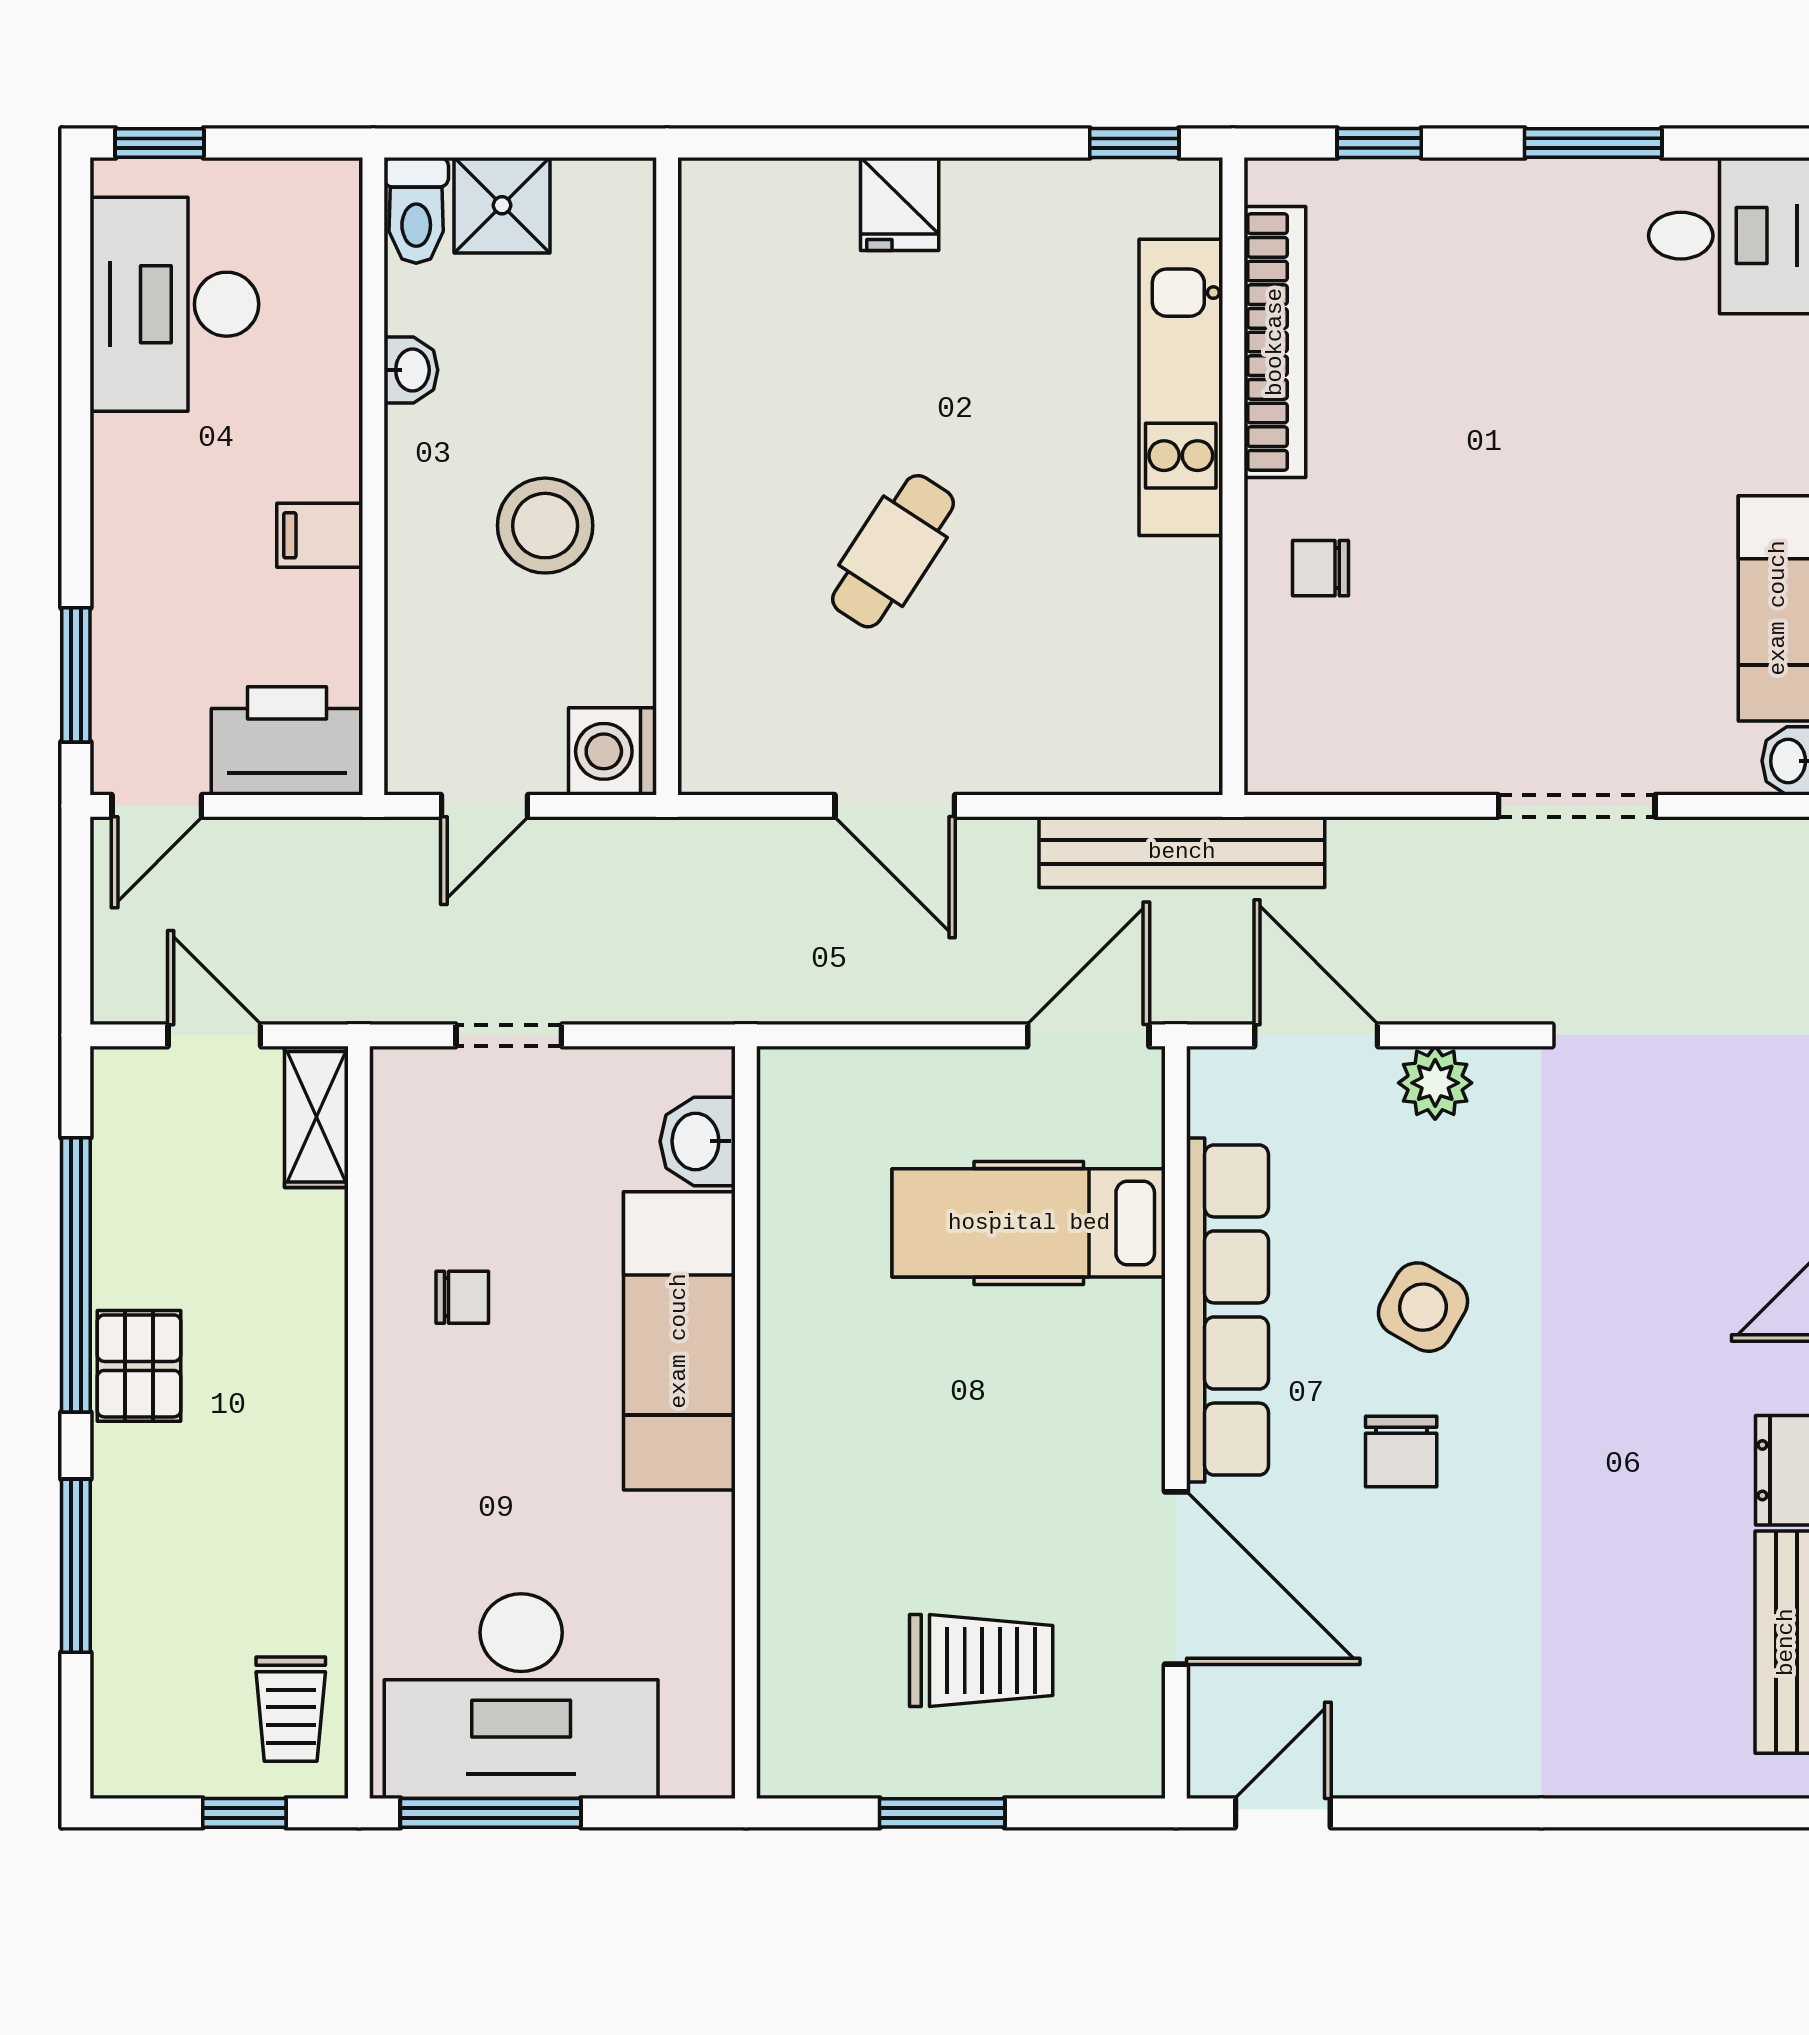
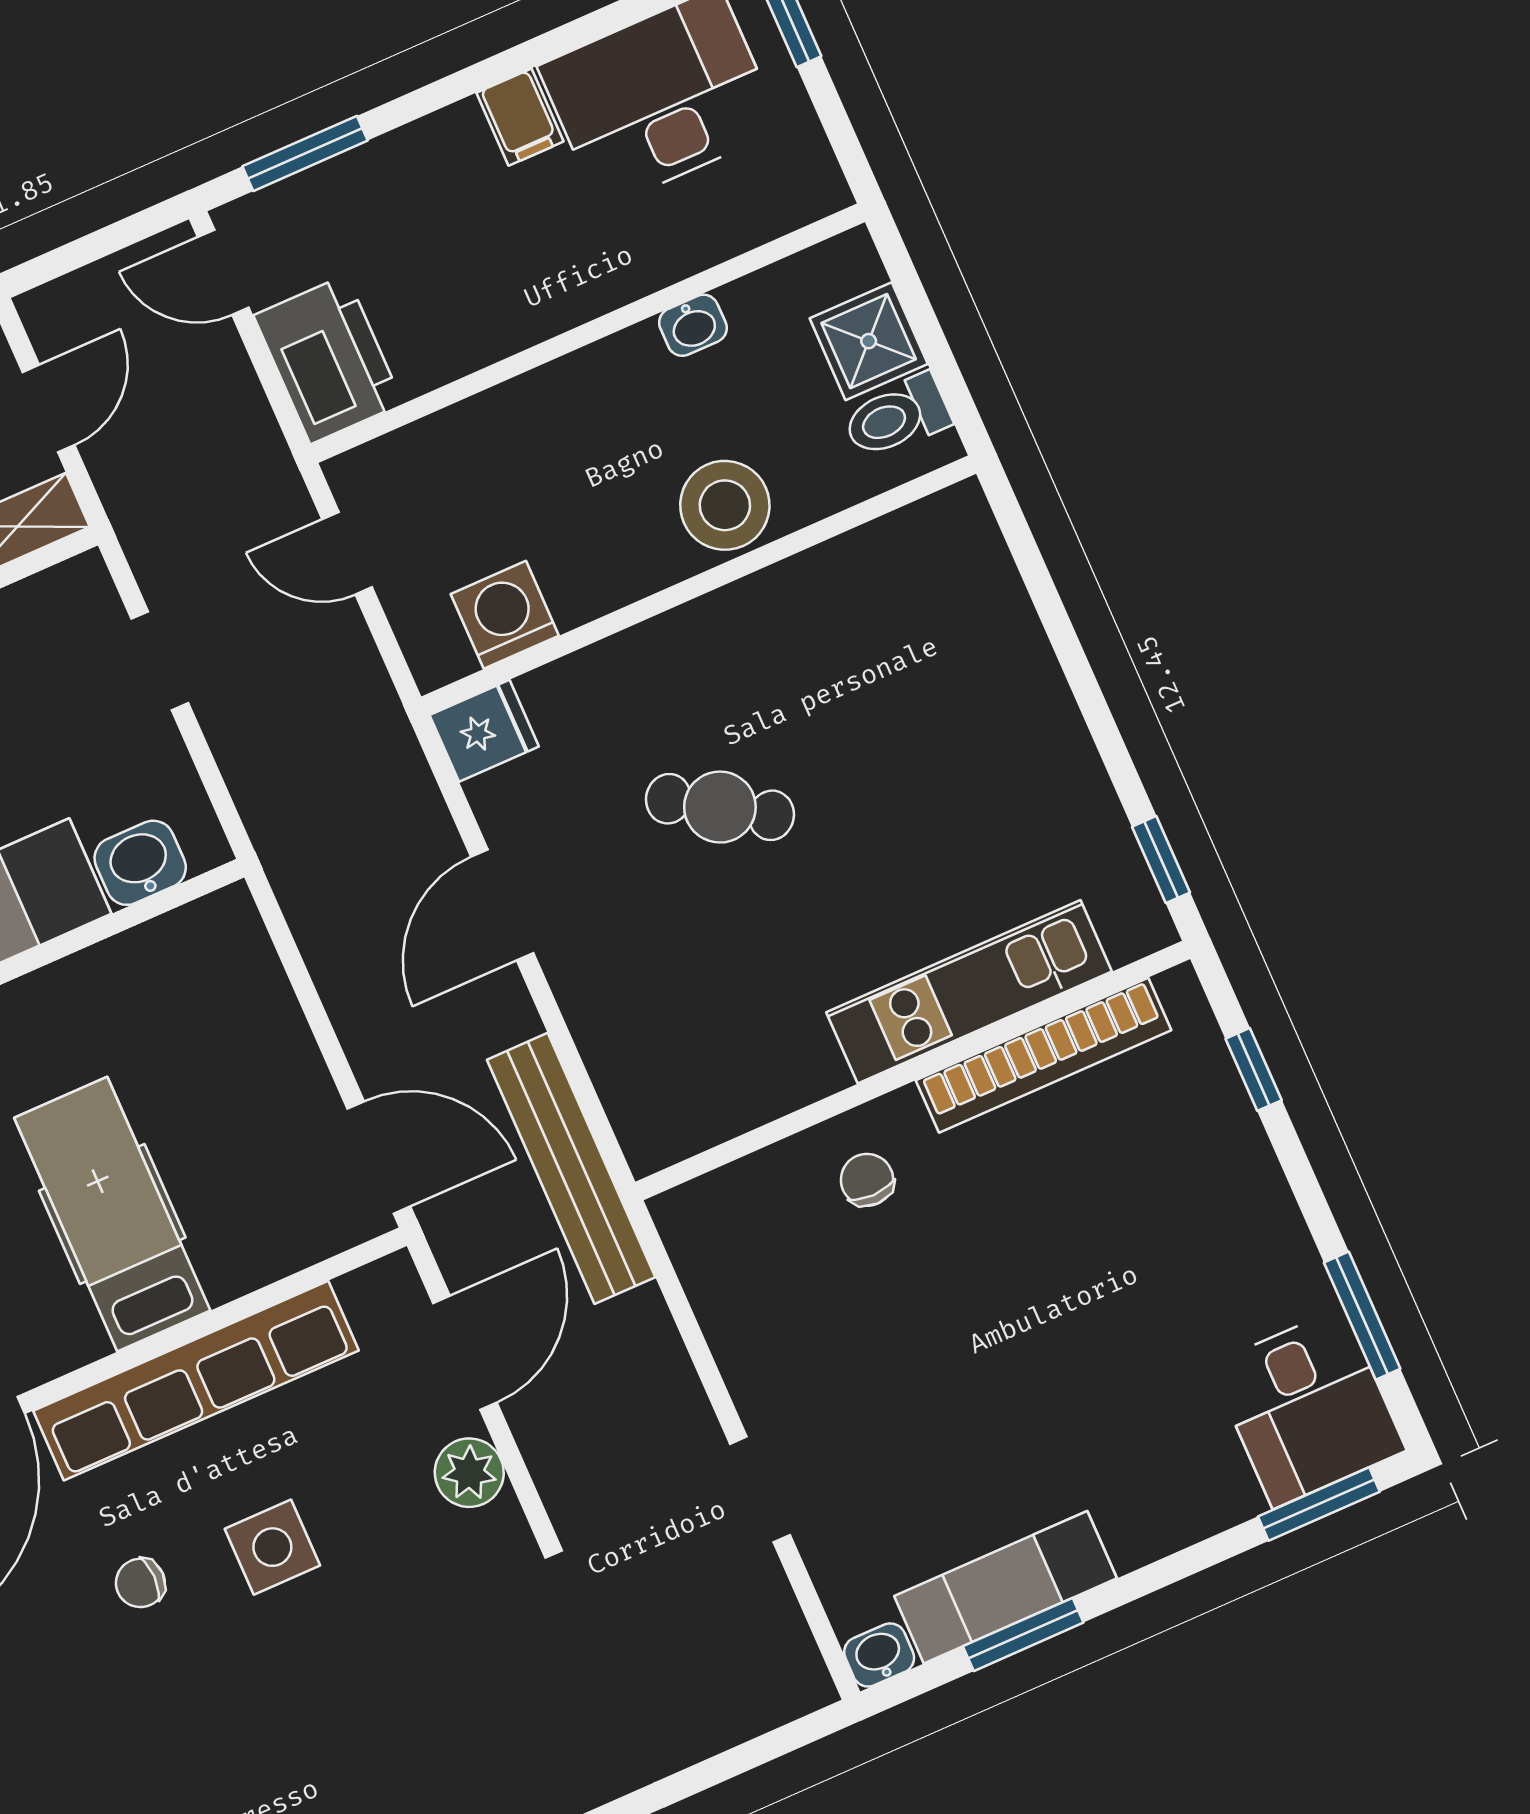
window: (1593, 143) -> (1362, 1316), moved
fridge: (900, 204) -> (484, 731), moved, turned 180
toilet: (416, 210) -> (897, 417), moved
stool: (545, 526) -> (725, 505), moved
filing cabinet: (320, 535) -> (520, 117), moved, turned 180
washing machine: (613, 751) -> (505, 615), moved
doorway: (1577, 806) -> (760, 1489), width x0.73
hospital bed: (1029, 1223) -> (112, 1214), moved
side table: (1423, 1307) -> (272, 1547), turned -30
chair: (1401, 1451) -> (140, 1583), width x0.73, depth x0.73

